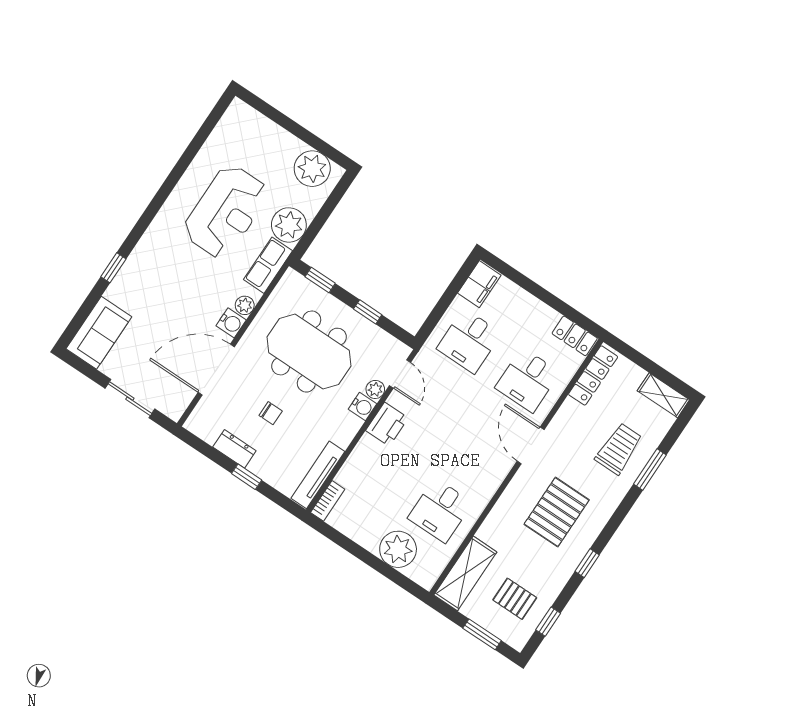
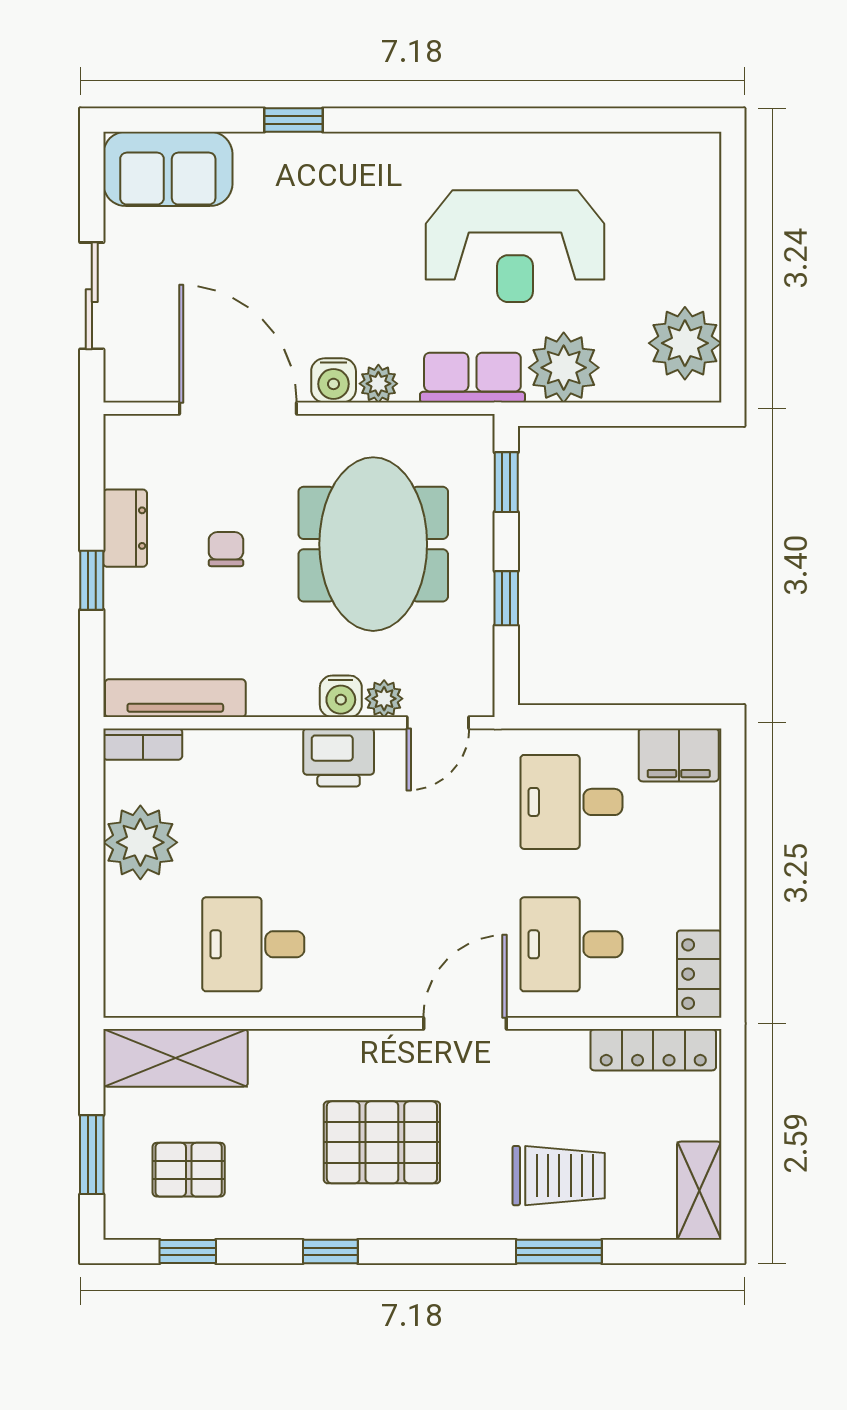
chair: (271, 413) -> (226, 549), turned 180
plant: (398, 549) -> (140, 842), moved
pallet: (515, 599) -> (189, 1170), turned 90

